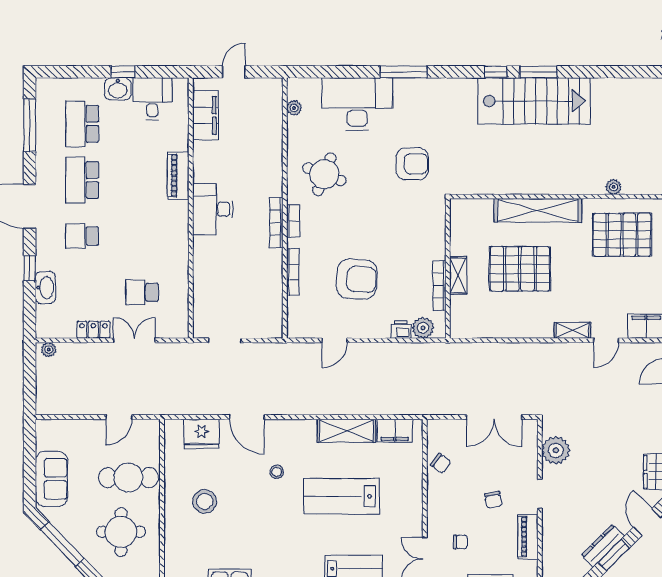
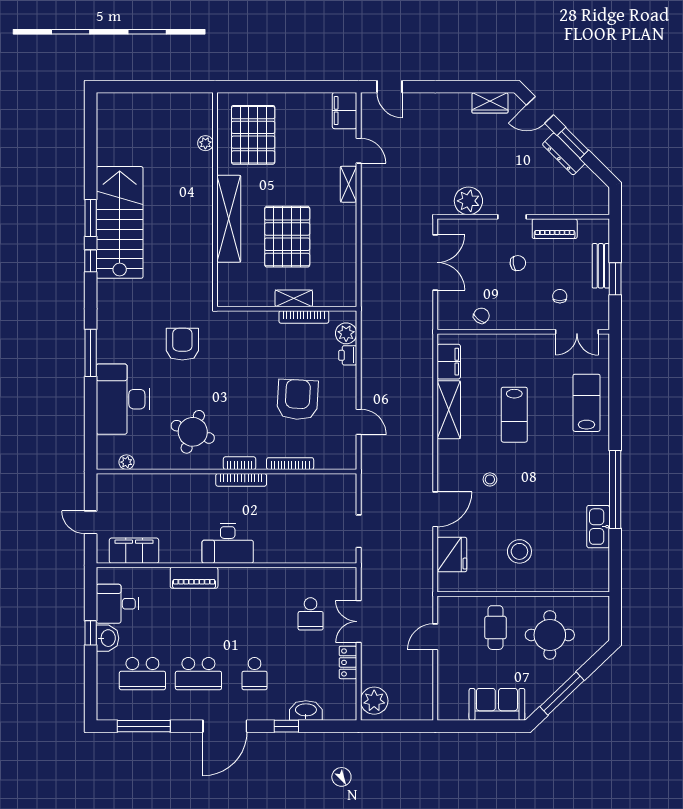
plant: (49, 350) -> (374, 701), width x1.88, depth x1.88
door: (119, 417) -> (435, 637), swing flipped
cafe table: (128, 478) -> (496, 628), width x0.73, depth x0.74
lab bench: (342, 496) -> (514, 415), width x0.73, depth x0.72

